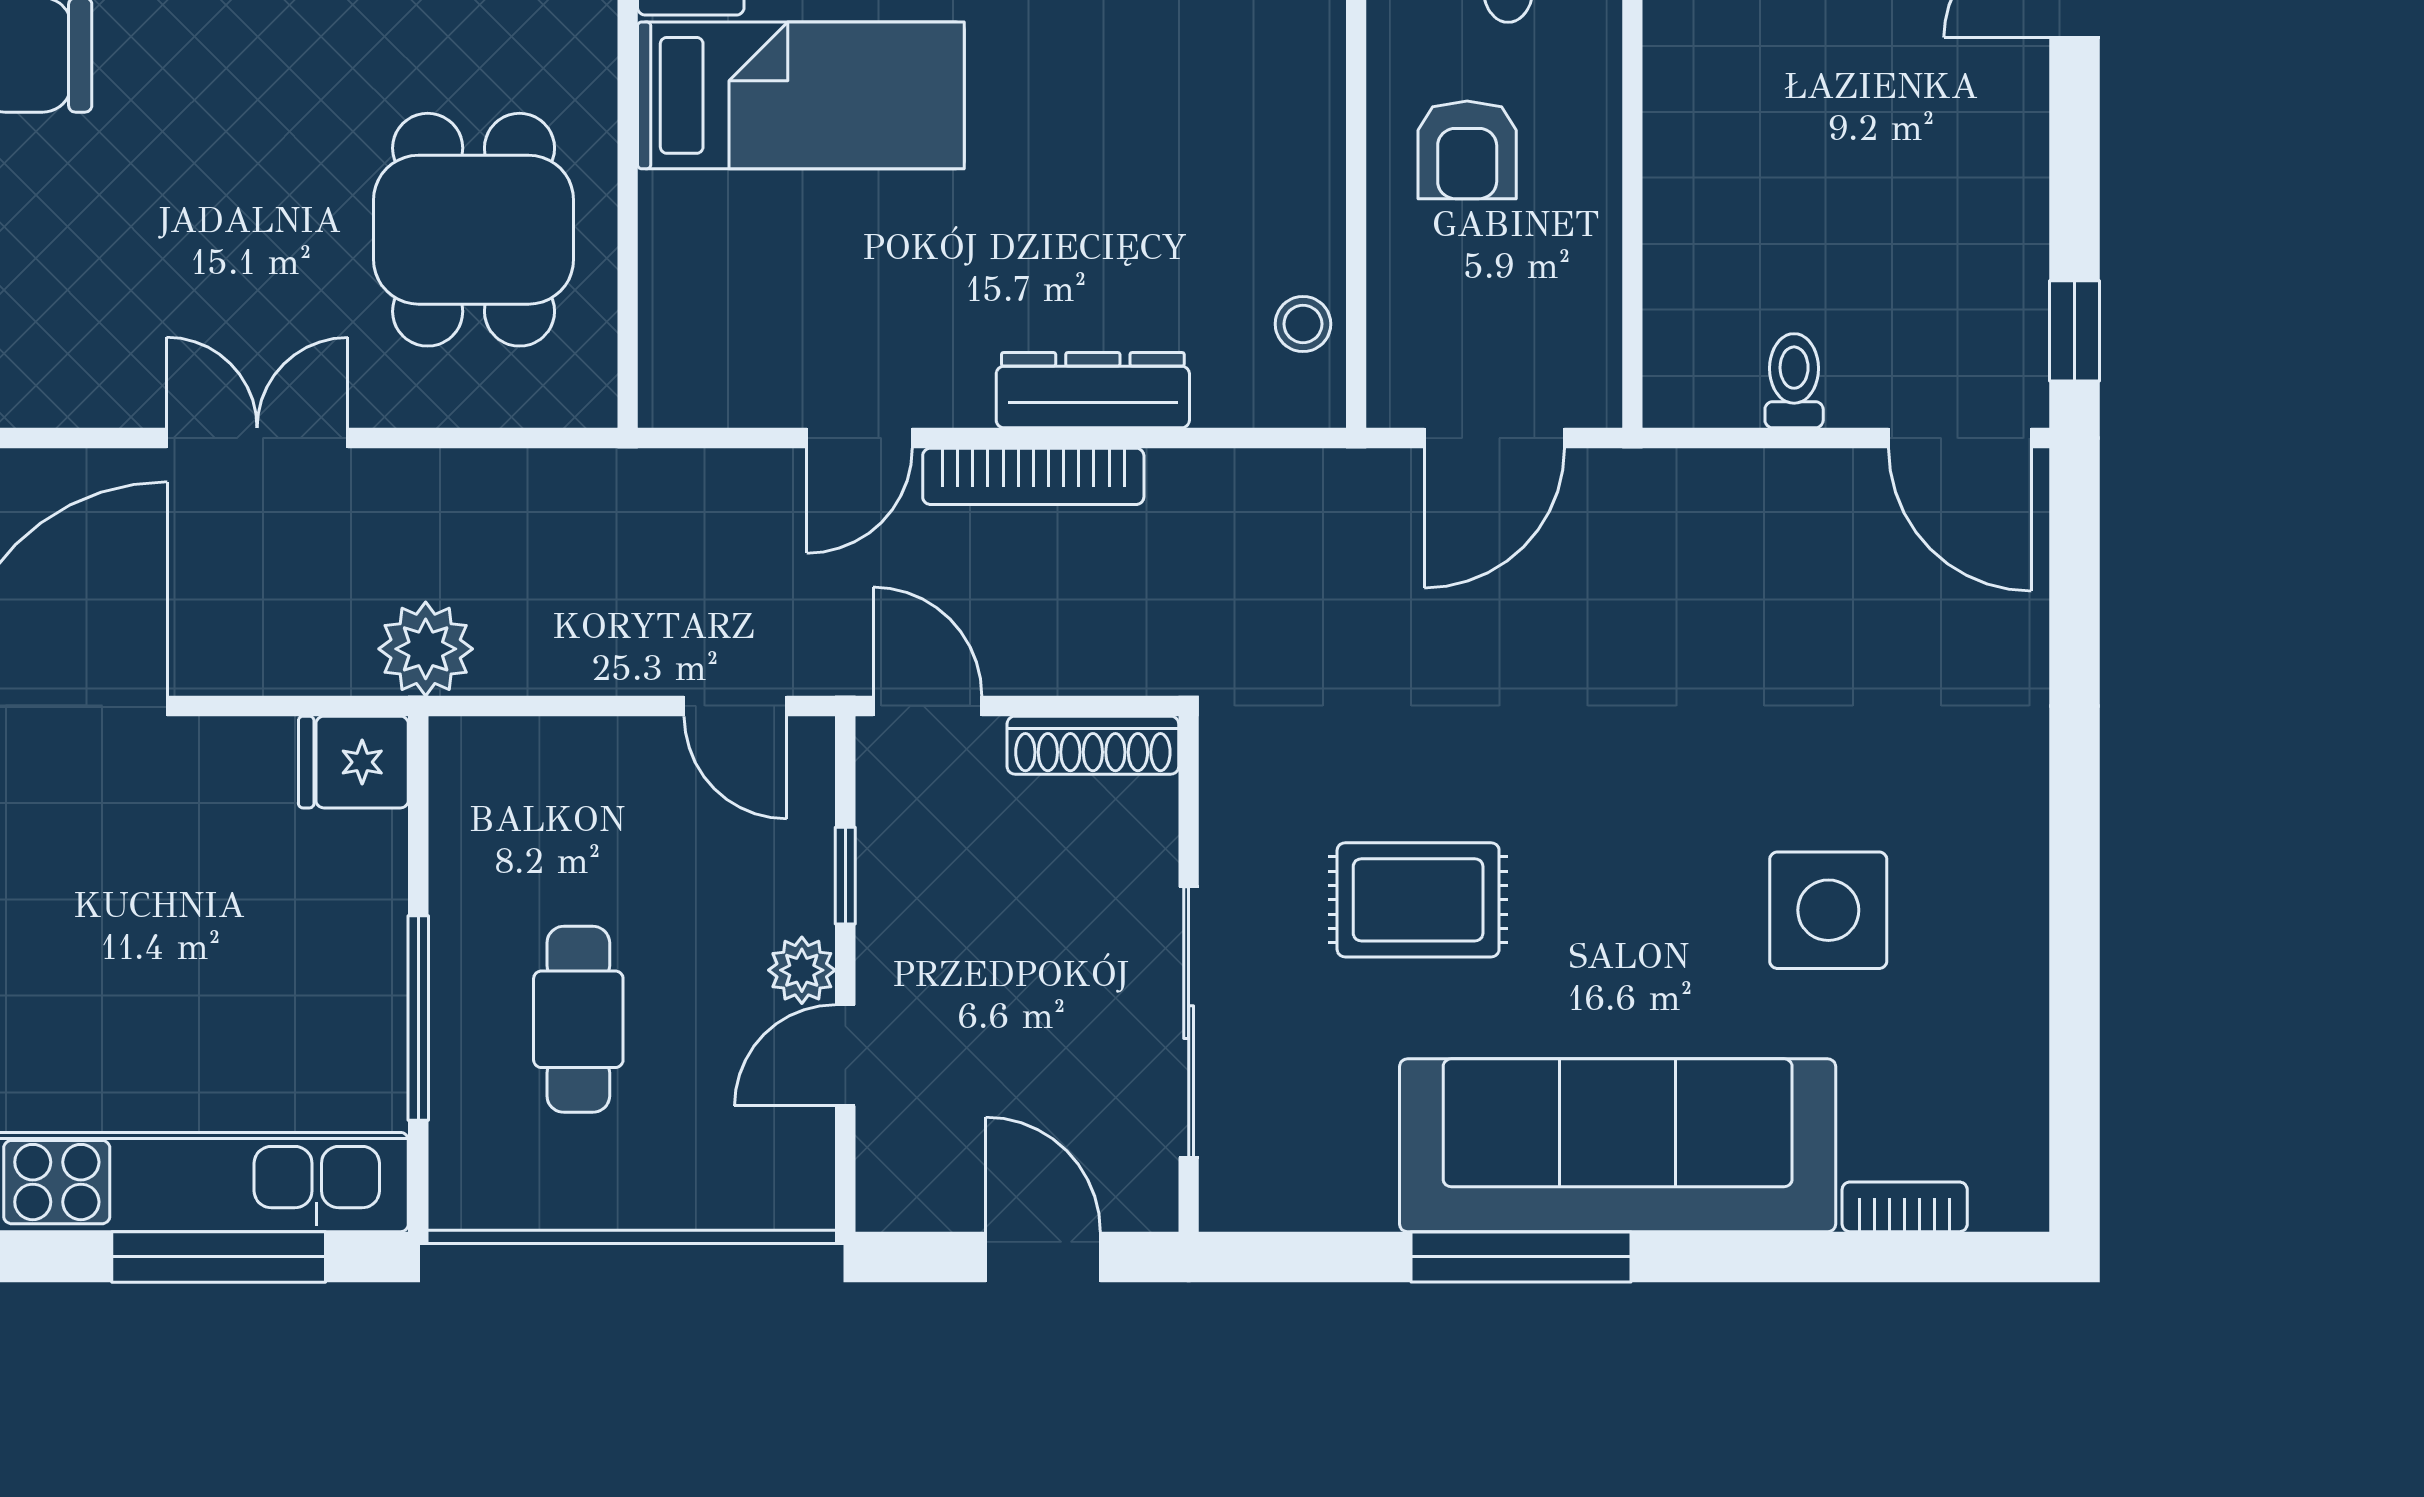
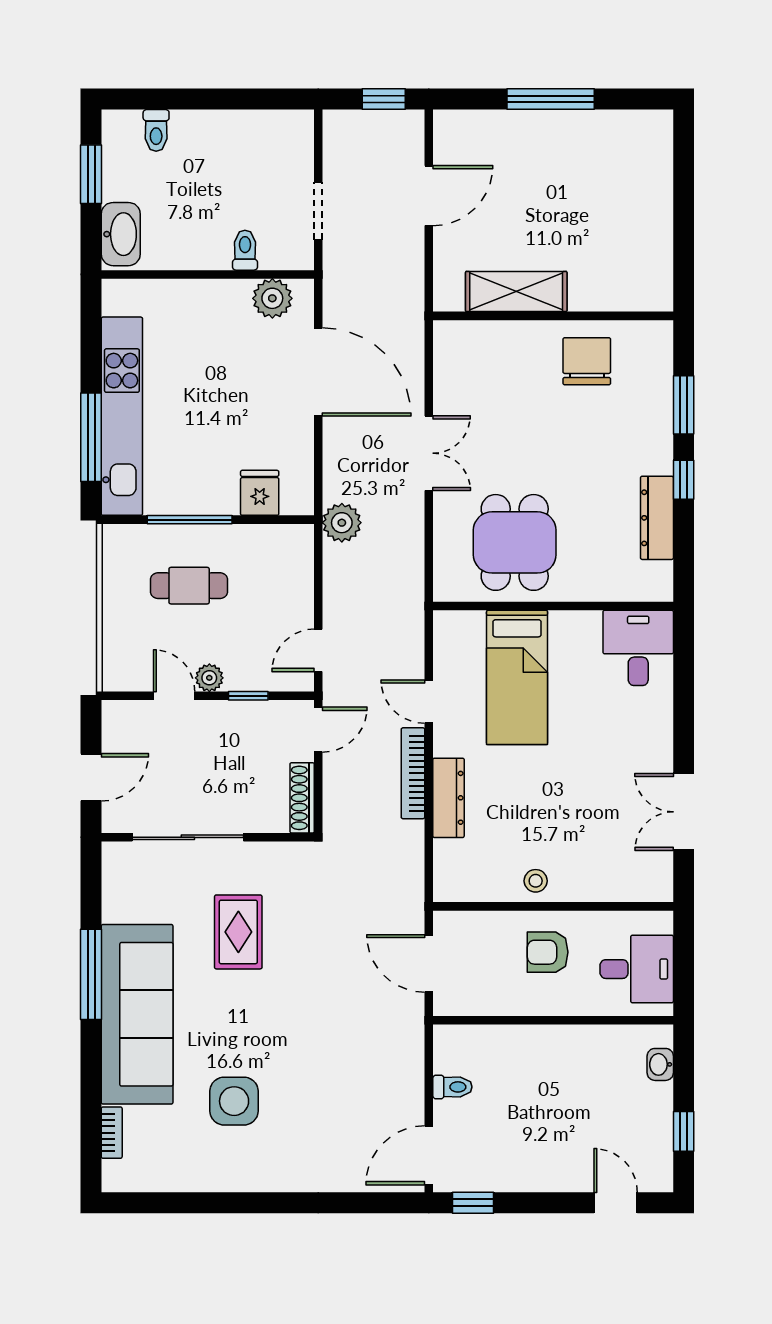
bed: (801, 95) -> (517, 677), moved
dining table: (474, 230) -> (515, 542), turned 90
stool: (1303, 324) -> (536, 881), moved
fridge: (353, 762) -> (260, 493), moved

